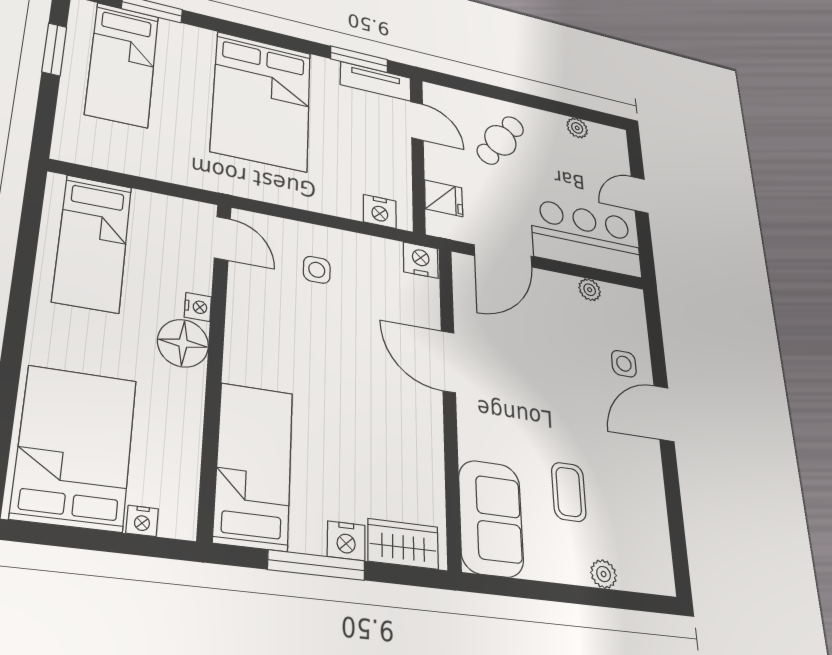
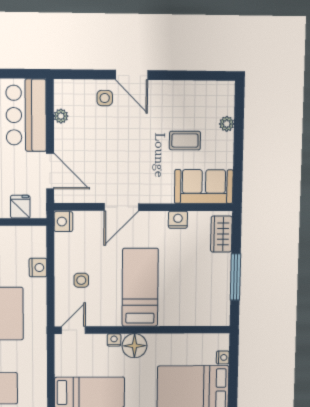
nightstand: (380, 211) -> (38, 267), moved
bed: (254, 466) -> (140, 287), moved, turned 90
nightstand: (346, 541) -> (178, 220), moved, turned -90

